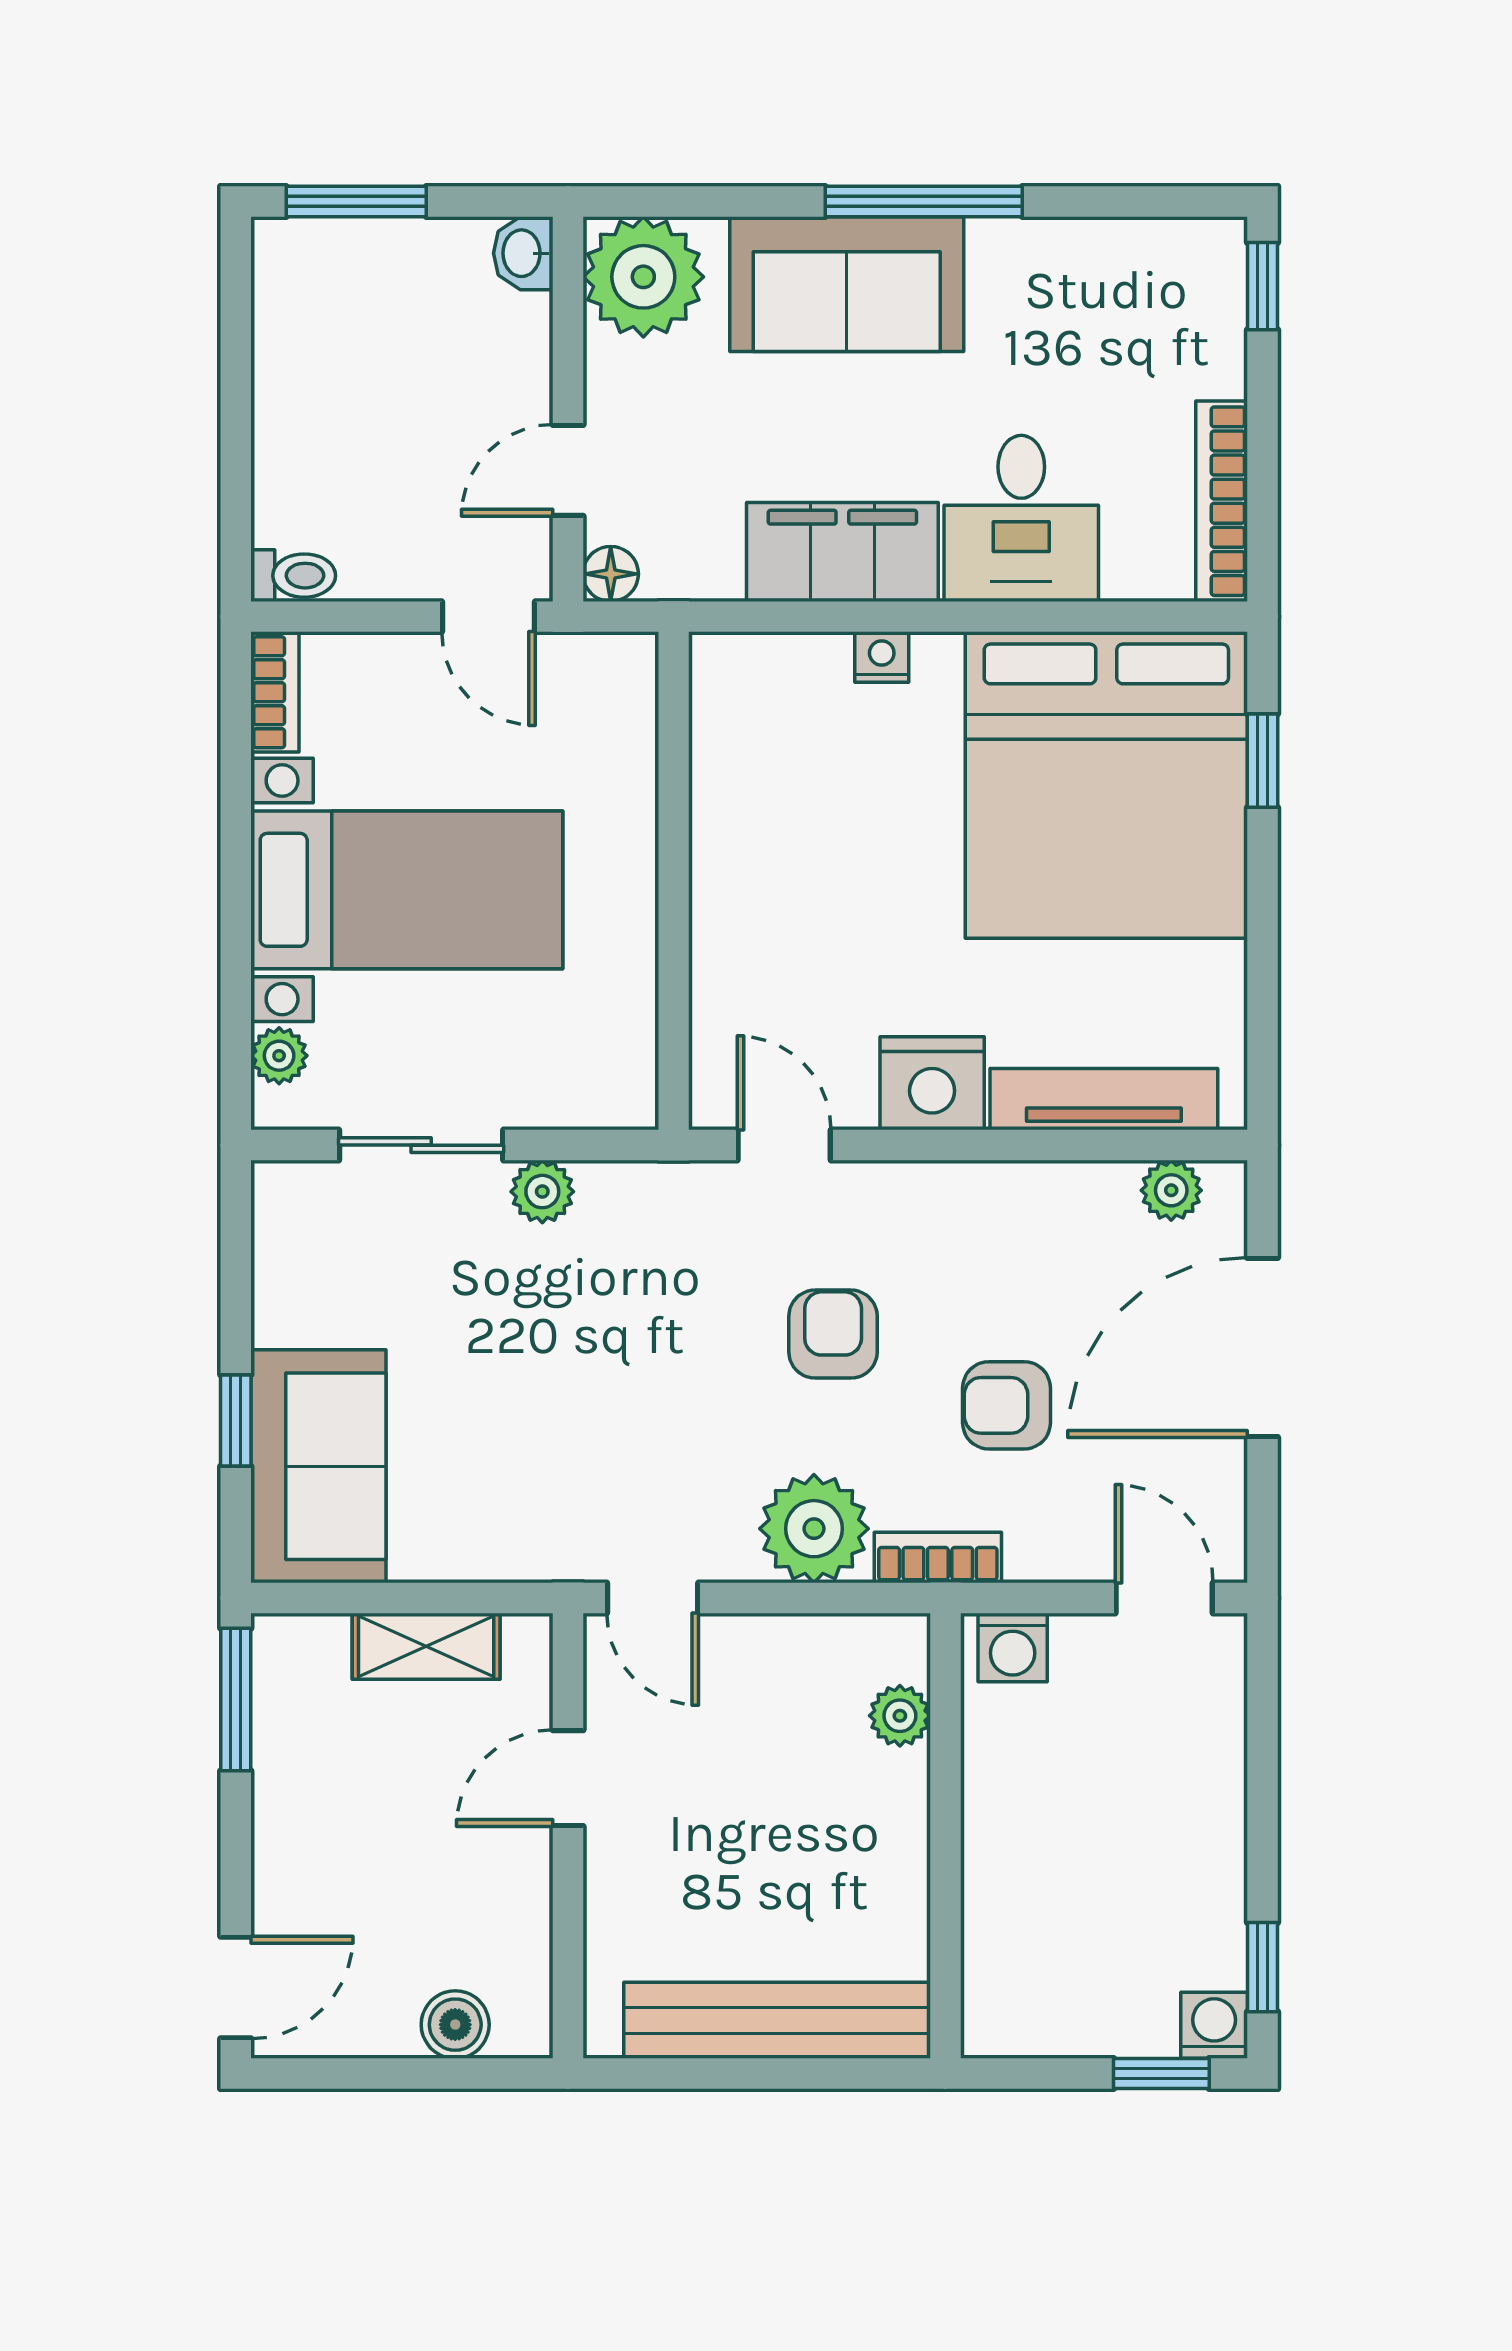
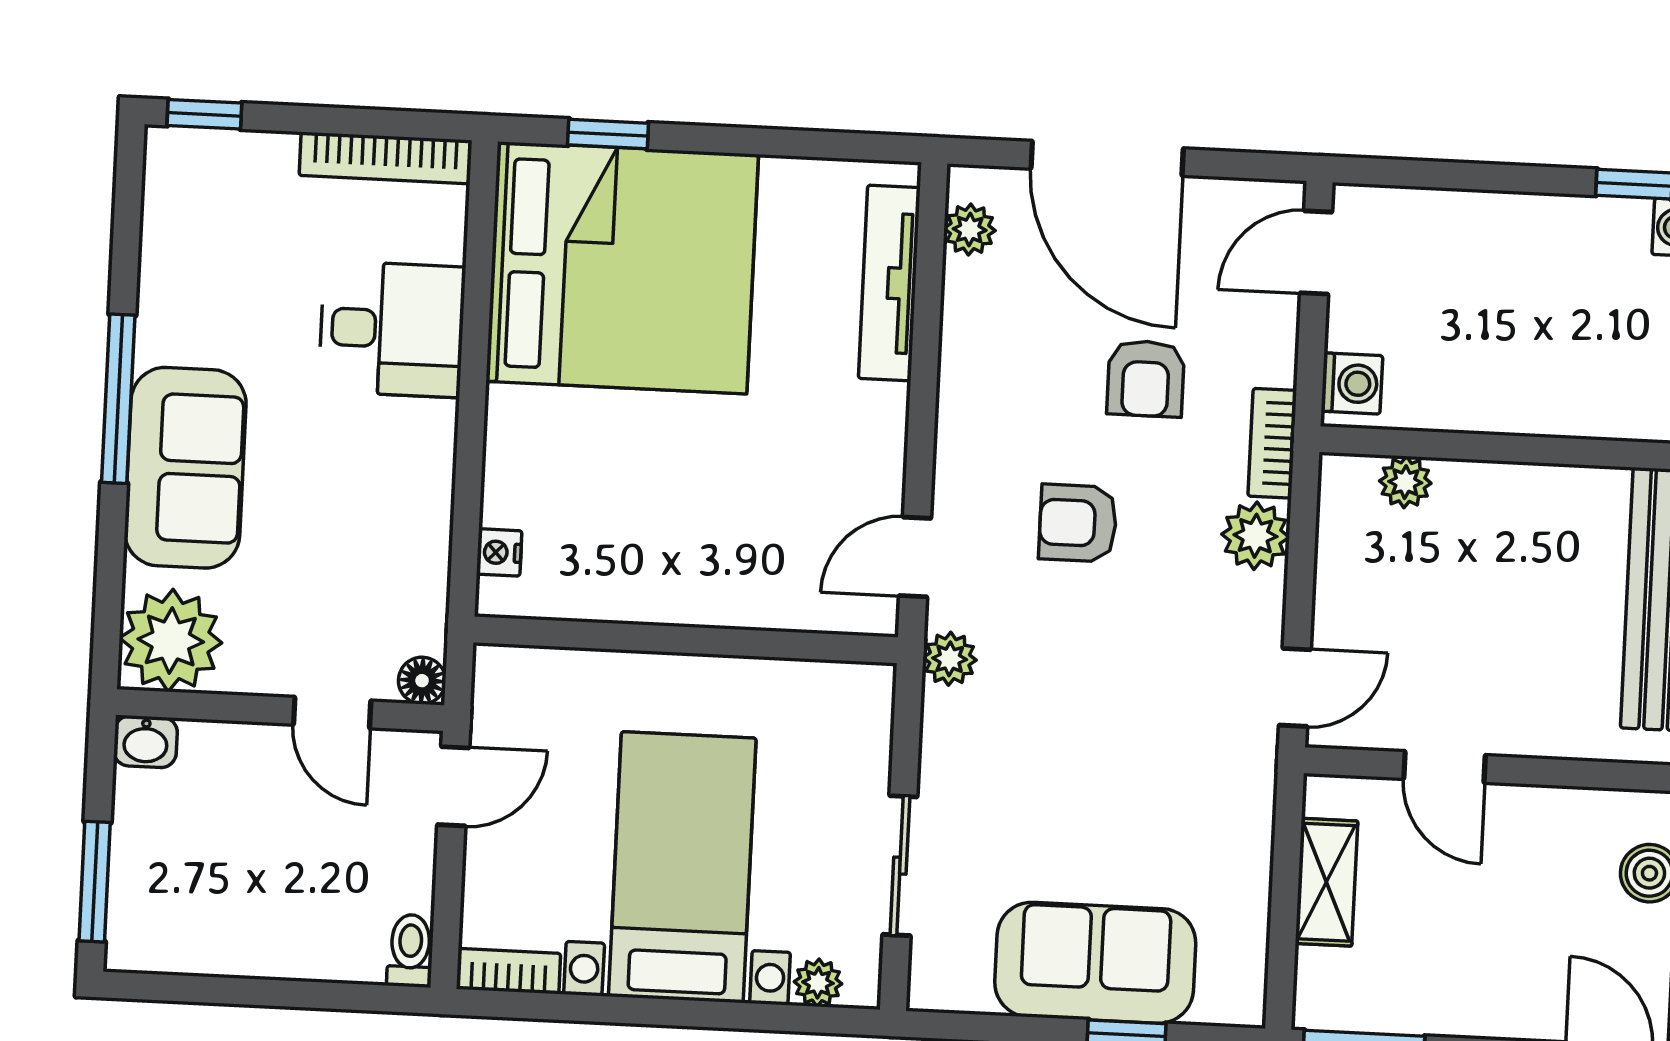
filing cabinet: (842, 552) -> (413, 483), removed
nightstand: (882, 657) -> (499, 552), moved
nightstand: (932, 1083) -> (869, 428), removed
plant: (542, 1192) -> (950, 659), moved
sofa: (318, 1466) -> (1095, 963), moved
plant: (814, 1529) -> (1255, 536), width x0.73, depth x0.73

